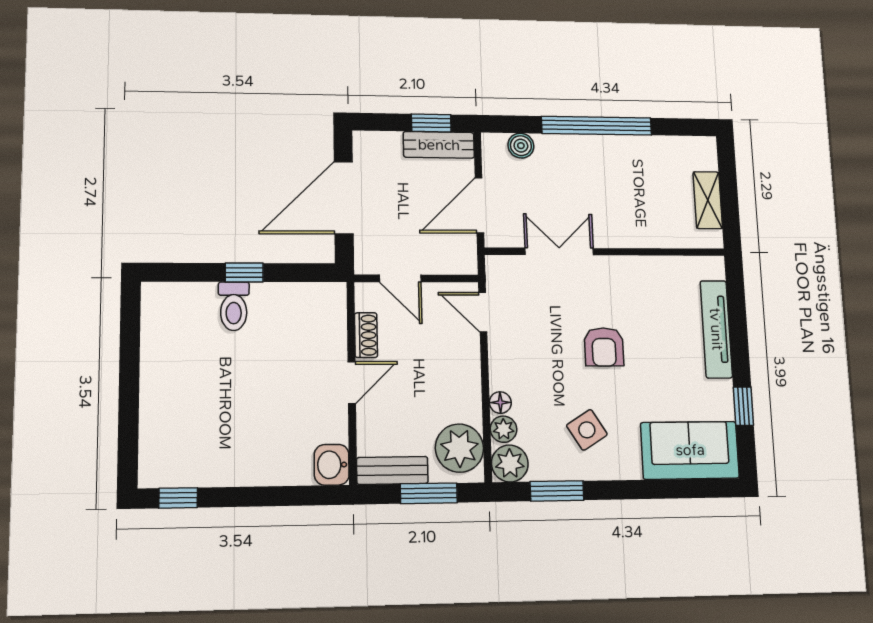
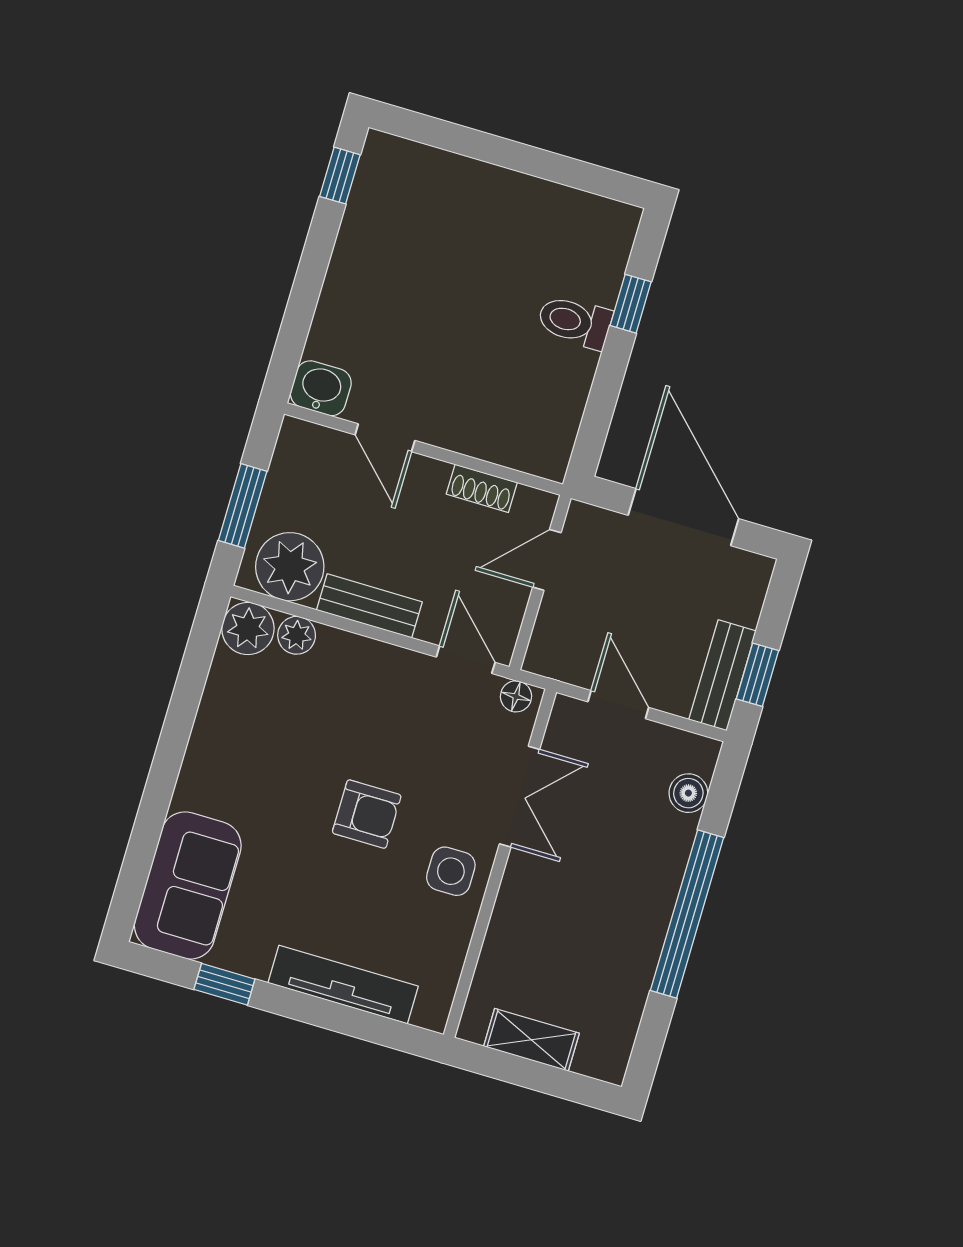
door: (479, 205) -> (618, 705), width x0.73
window: (244, 272) -> (631, 304), moved
door: (483, 312) -> (466, 660), hinge flipped
armchair: (604, 347) -> (367, 814), turned 180
door: (352, 382) -> (385, 438), moved
floor lamp: (500, 403) -> (516, 696), moved
side table: (587, 430) -> (451, 871), moved, turned 32
bench: (392, 470) -> (369, 606), moved, turned 90
window: (557, 491) -> (191, 681), removed

